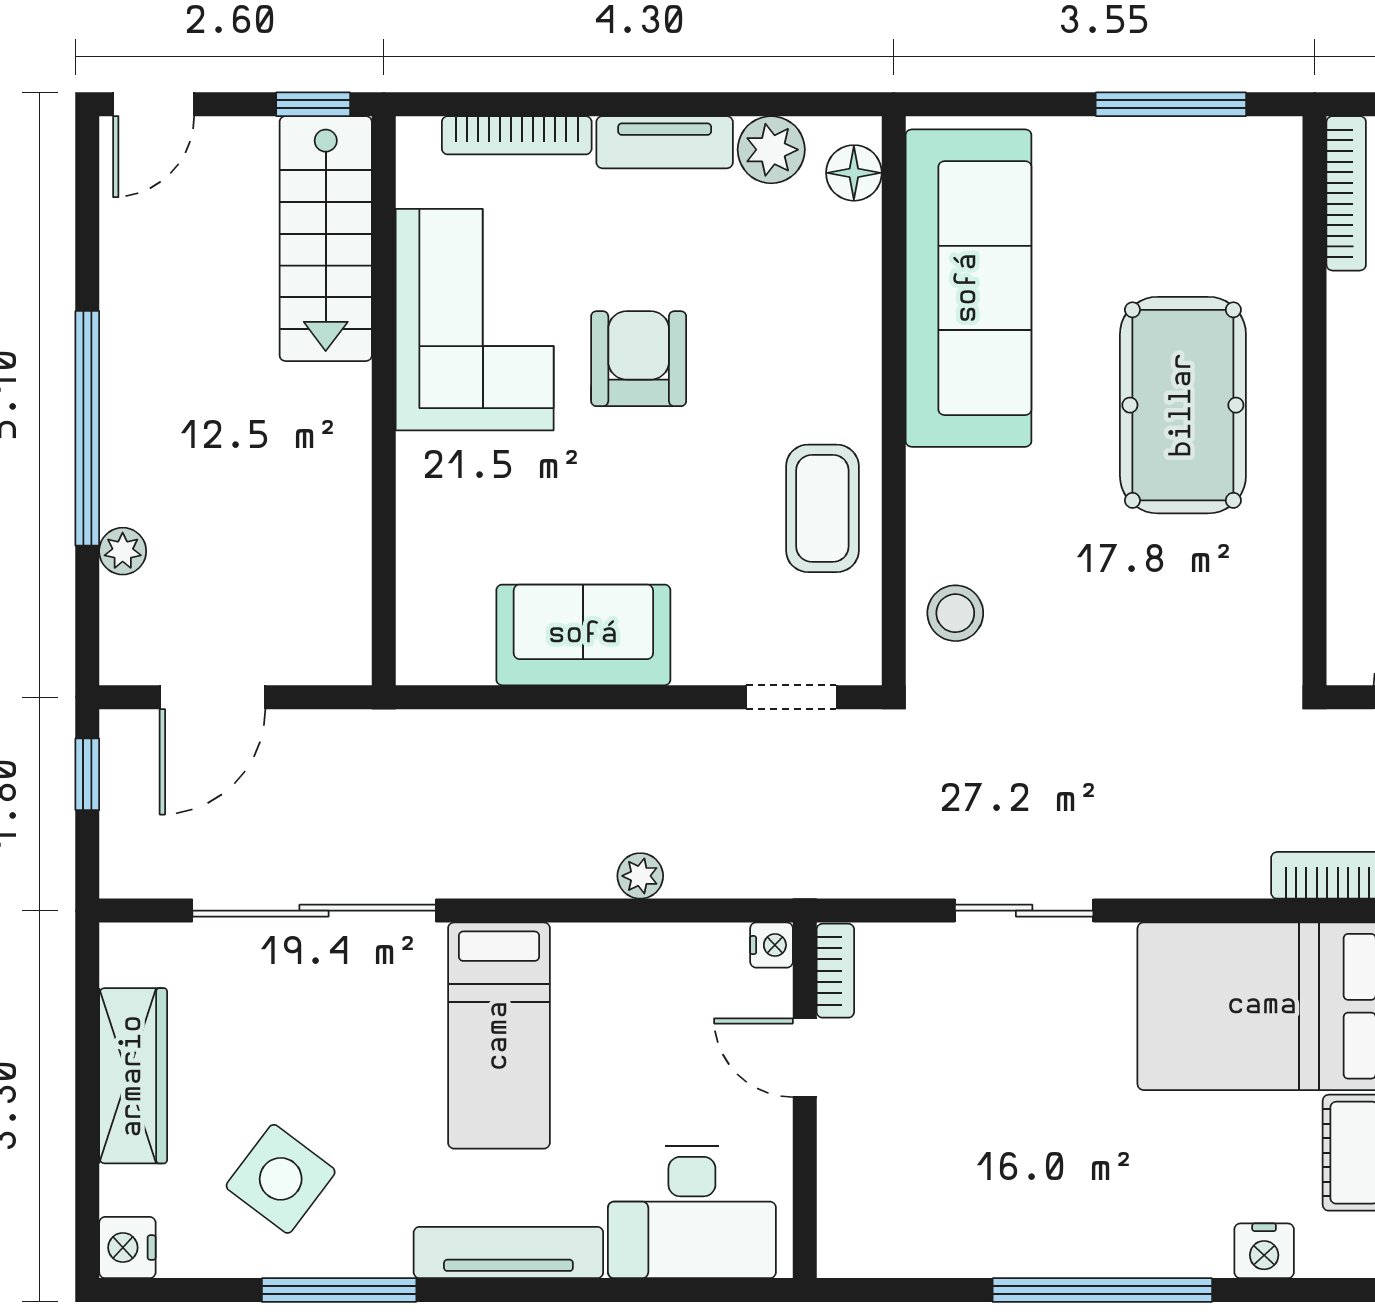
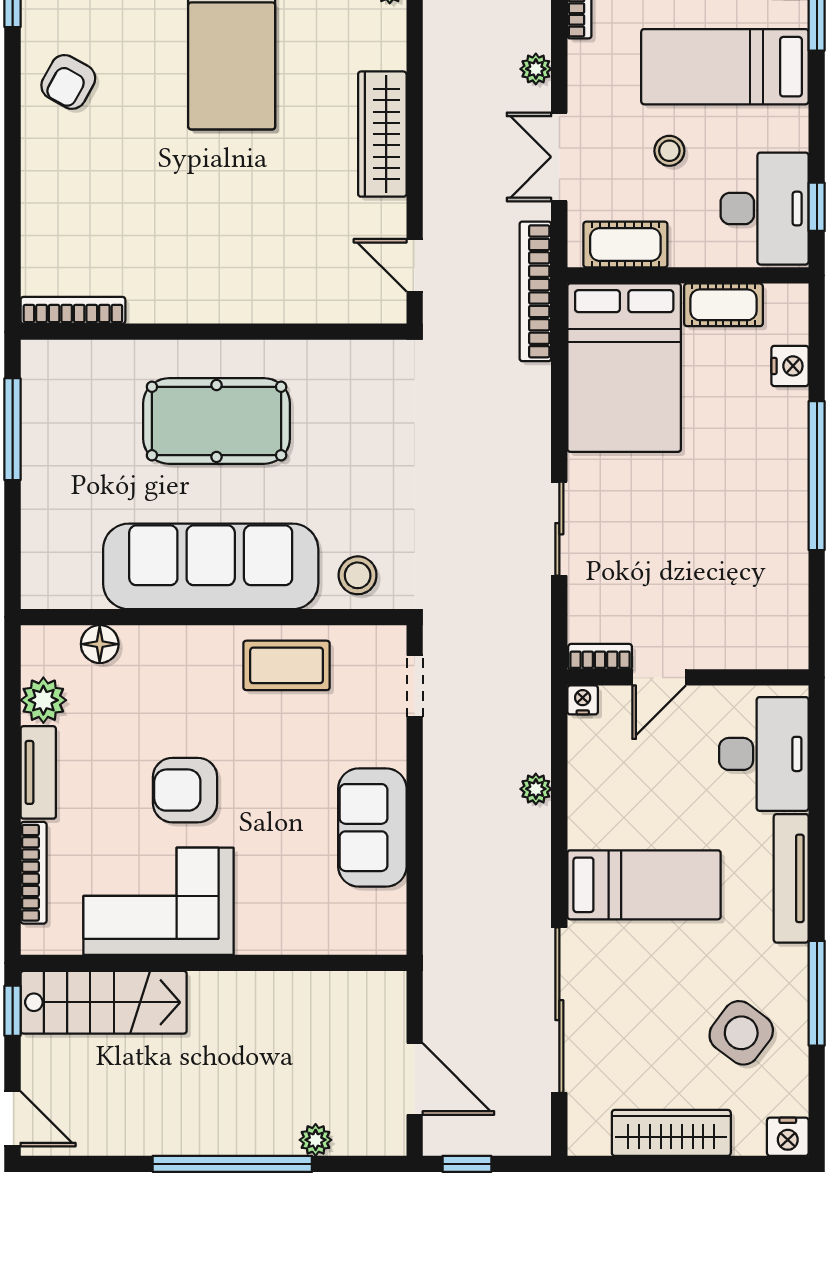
floor lamp: (854, 173) -> (100, 644), moved
sofa: (968, 288) -> (211, 566), moved

